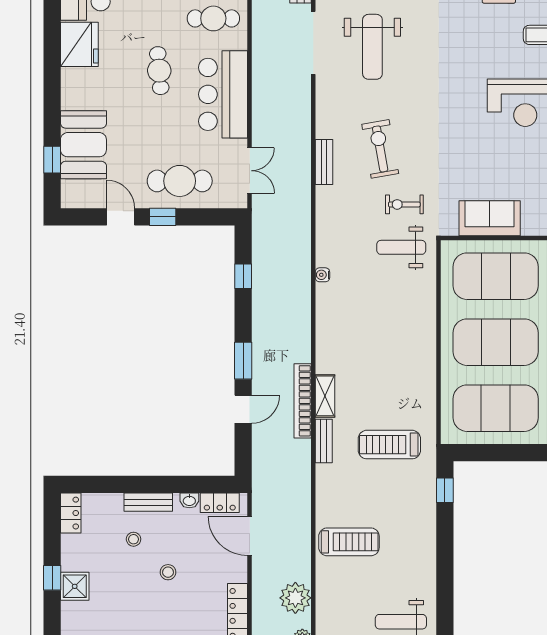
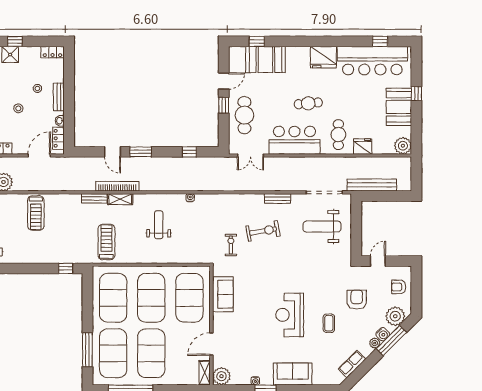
bench: (324, 162) -> (278, 199), moved
weight bench: (401, 247) -> (159, 225), moved
treadmill: (389, 445) -> (106, 242), moved

